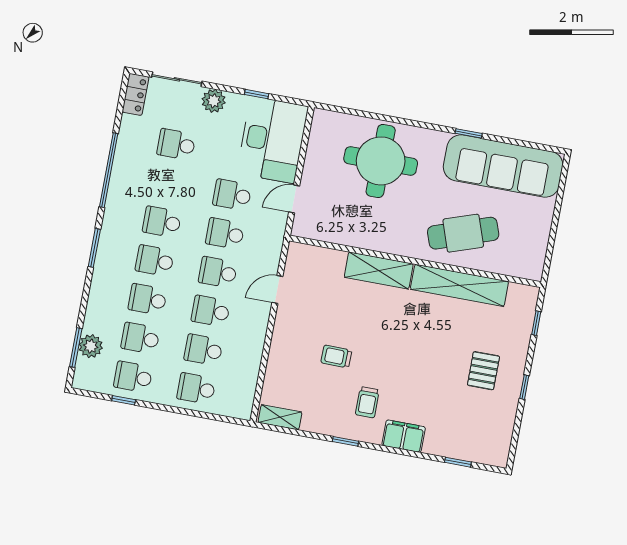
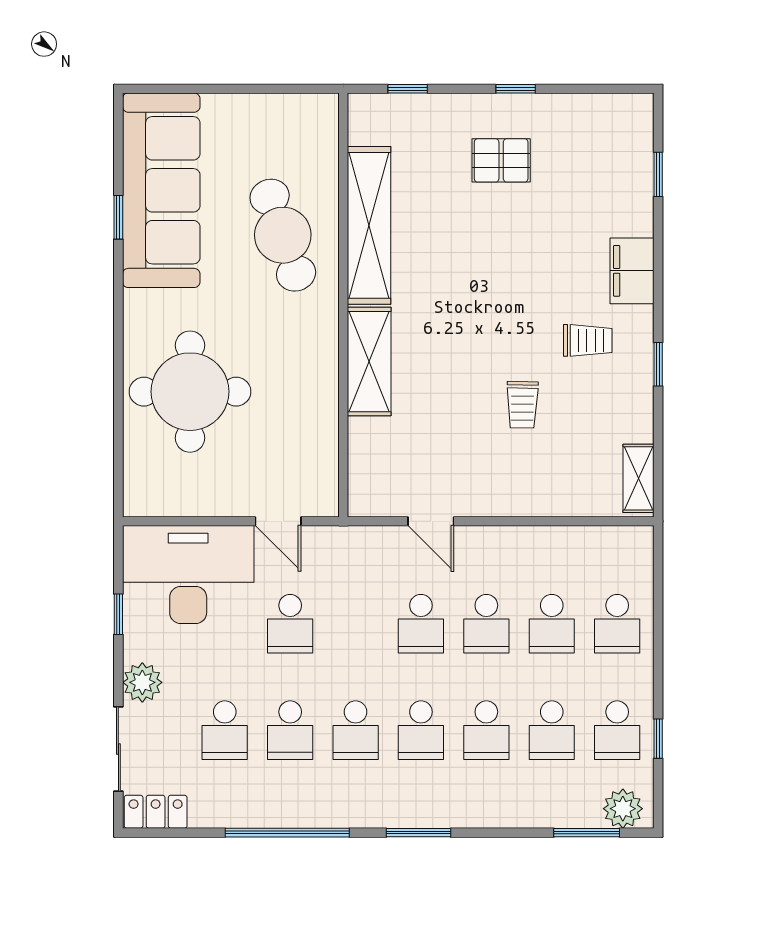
window: (469, 133) -> (118, 217), moved
school desk: (225, 234) -> (290, 730), moved
plant: (91, 346) -> (623, 809), moved

